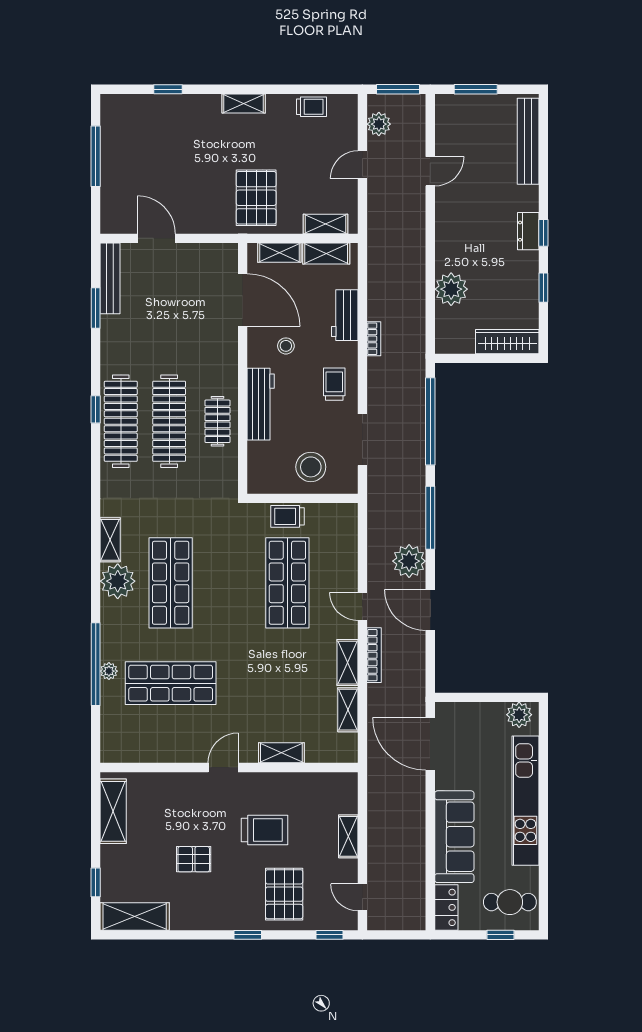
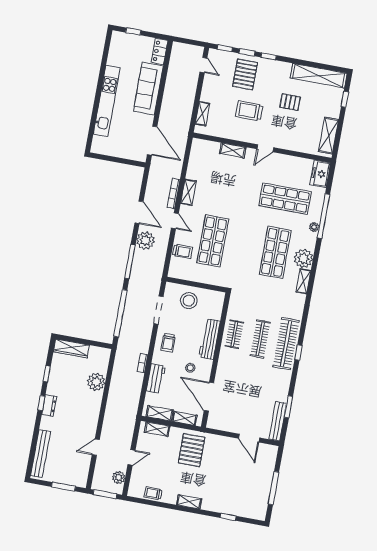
clothes rail: (169, 421) -> (260, 339), width x0.73, depth x0.76
trolley: (287, 516) -> (183, 251), moved
plant: (109, 671) -> (314, 227), moved
shelving: (348, 710) -> (193, 167), removed
plant: (519, 715) -> (102, 147), removed
freezer: (115, 740) -> (320, 174), added
shelving: (348, 836) -> (202, 114), moved
cafe table: (510, 902) -> (125, 48), removed
shelving: (135, 916) -> (319, 76), width x1.47
window: (288, 935) -> (247, 52), added

